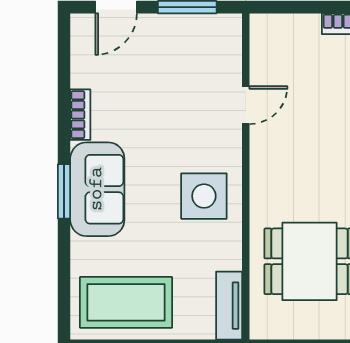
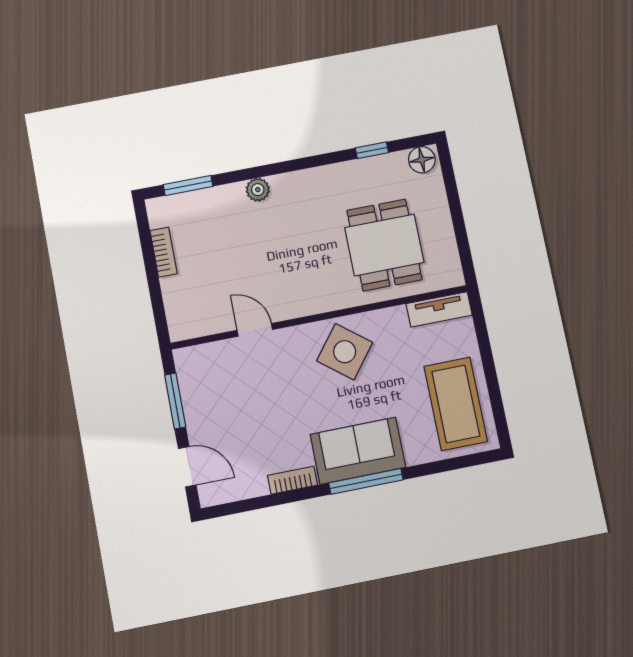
window: (64, 191) -> (366, 481), width x1.44
side table: (204, 196) -> (345, 352), turned 38

